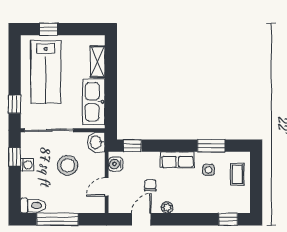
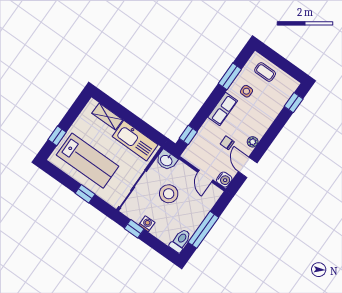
window: (15, 104) -> (85, 194), moved
water cooler: (116, 164) -> (224, 180), moved, turned -90

